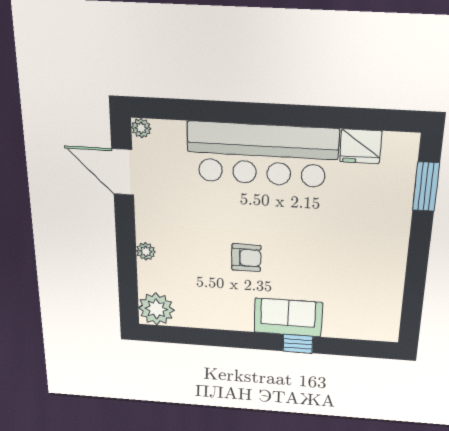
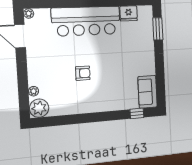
plant: (146, 251) -> (34, 91), moved
sofa: (288, 317) -> (148, 92), moved, turned -90
window: (298, 344) -> (137, 113), moved

